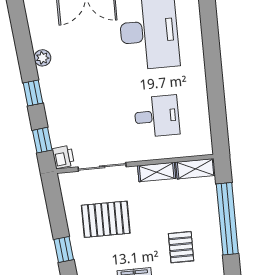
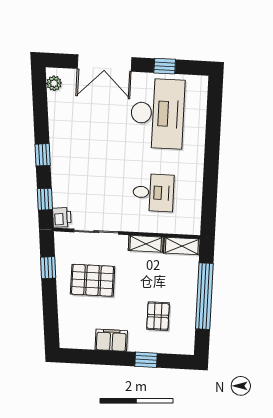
plant: (42, 58) -> (54, 83), moved
window: (64, 249) -> (48, 268), moved

